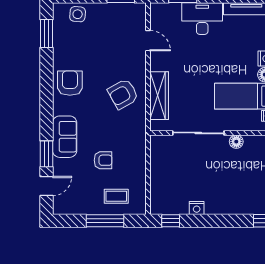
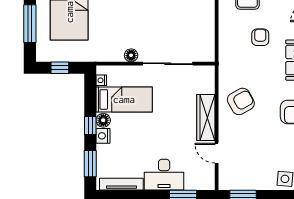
wardrobe: (159, 96) -> (206, 117), moved
armchair: (103, 160) -> (260, 37), turned 90

